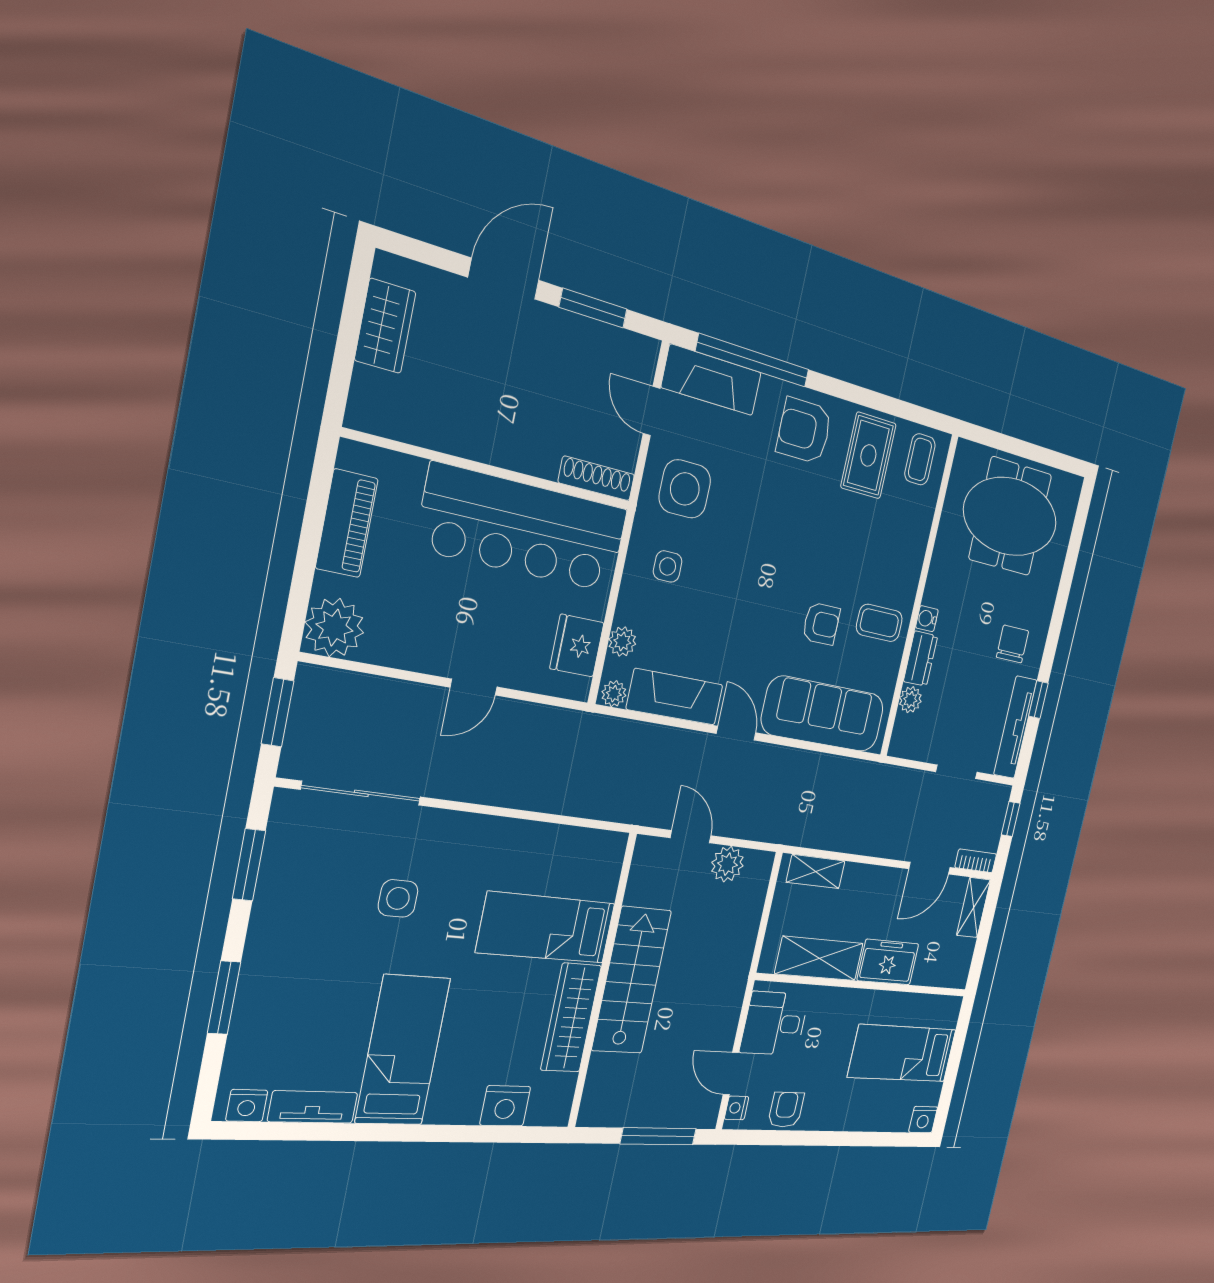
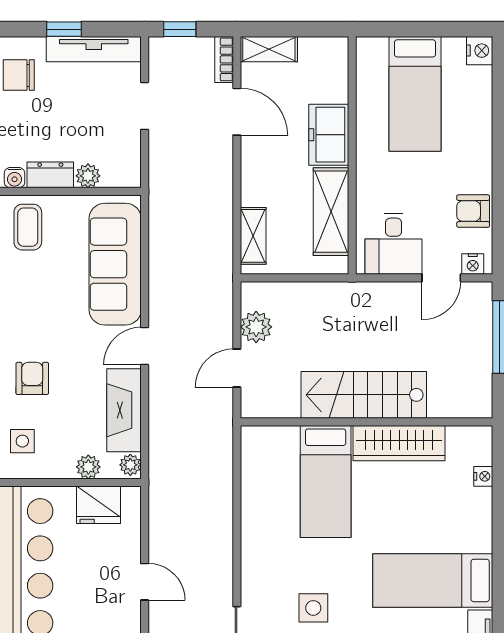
armchair: (821, 624) -> (32, 378), moved
nightstand: (505, 1106) -> (483, 476), width x0.53, depth x0.56

